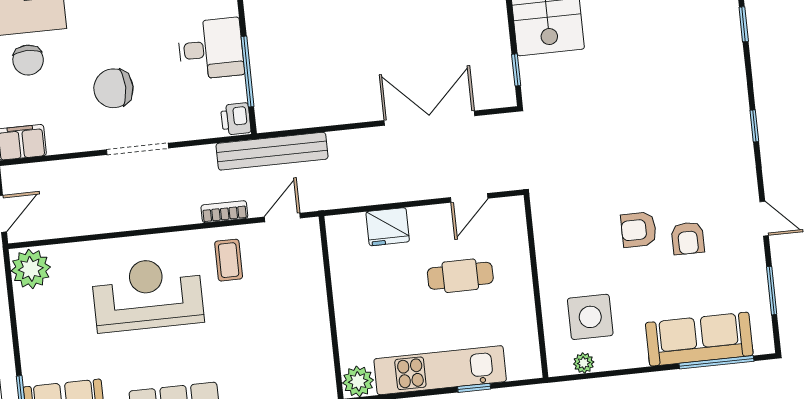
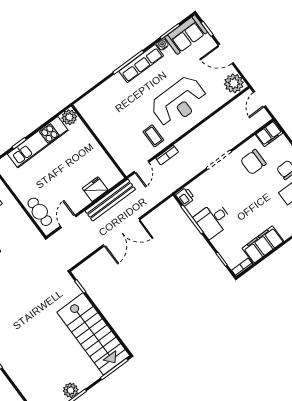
chair: (113, 88) -> (253, 162), moved, turned 180
double door: (429, 118) -> (122, 232), moved
bench: (272, 151) -> (110, 200), moved
cafe table: (460, 276) -> (40, 212), moved, turned 90
door: (14, 329) -> (226, 54), added

